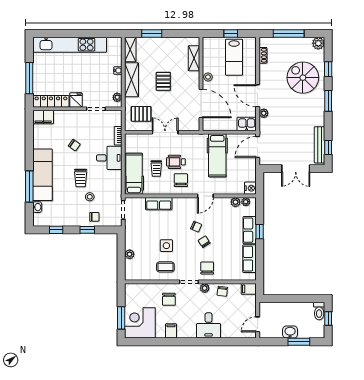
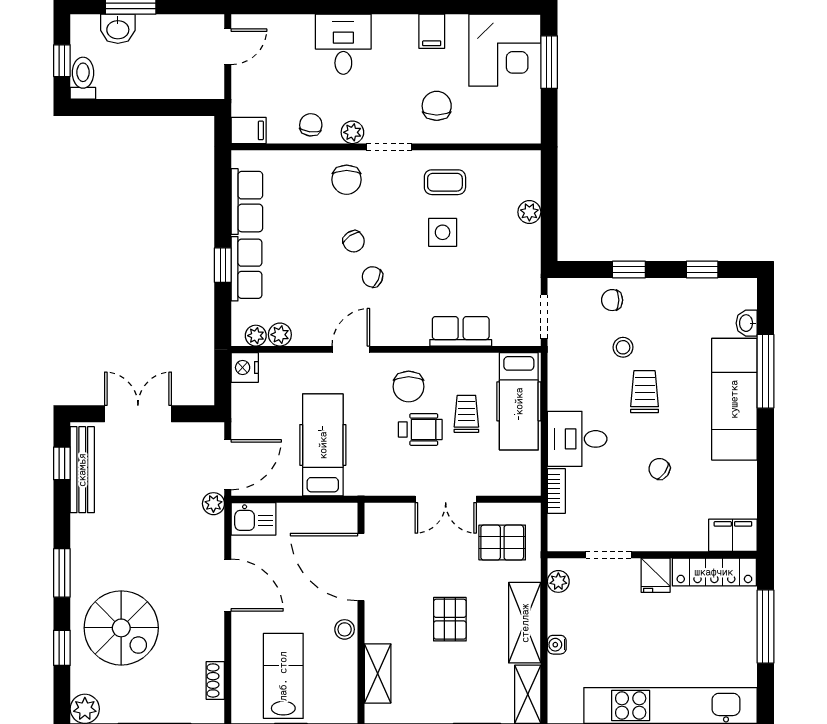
plant: (264, 113) -> (213, 504), moved
washbasin: (290, 332) -> (118, 29), moved

